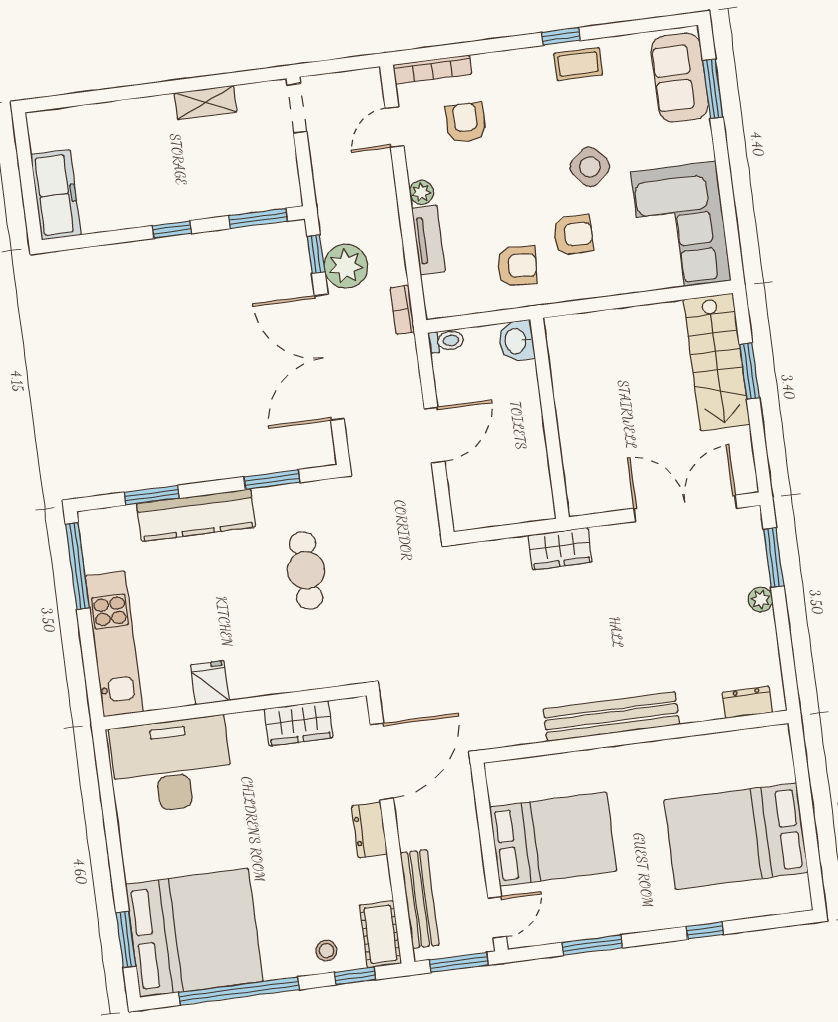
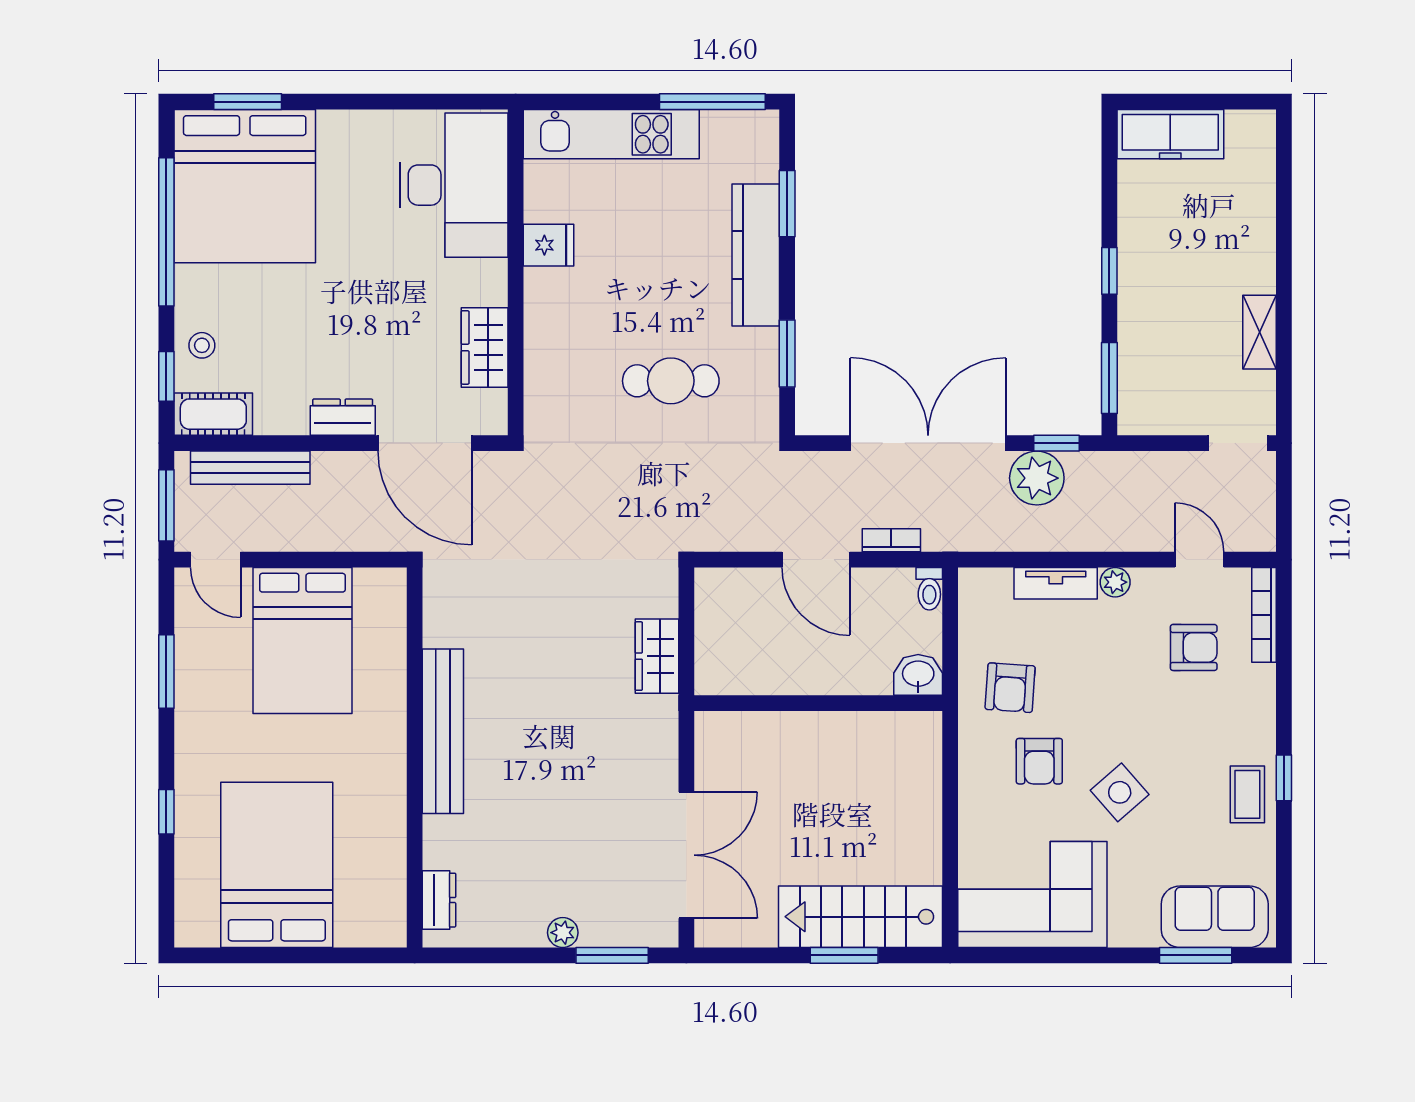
bookcase: (402, 310) -> (891, 540), moved
wardrobe: (560, 549) -> (657, 656), moved

